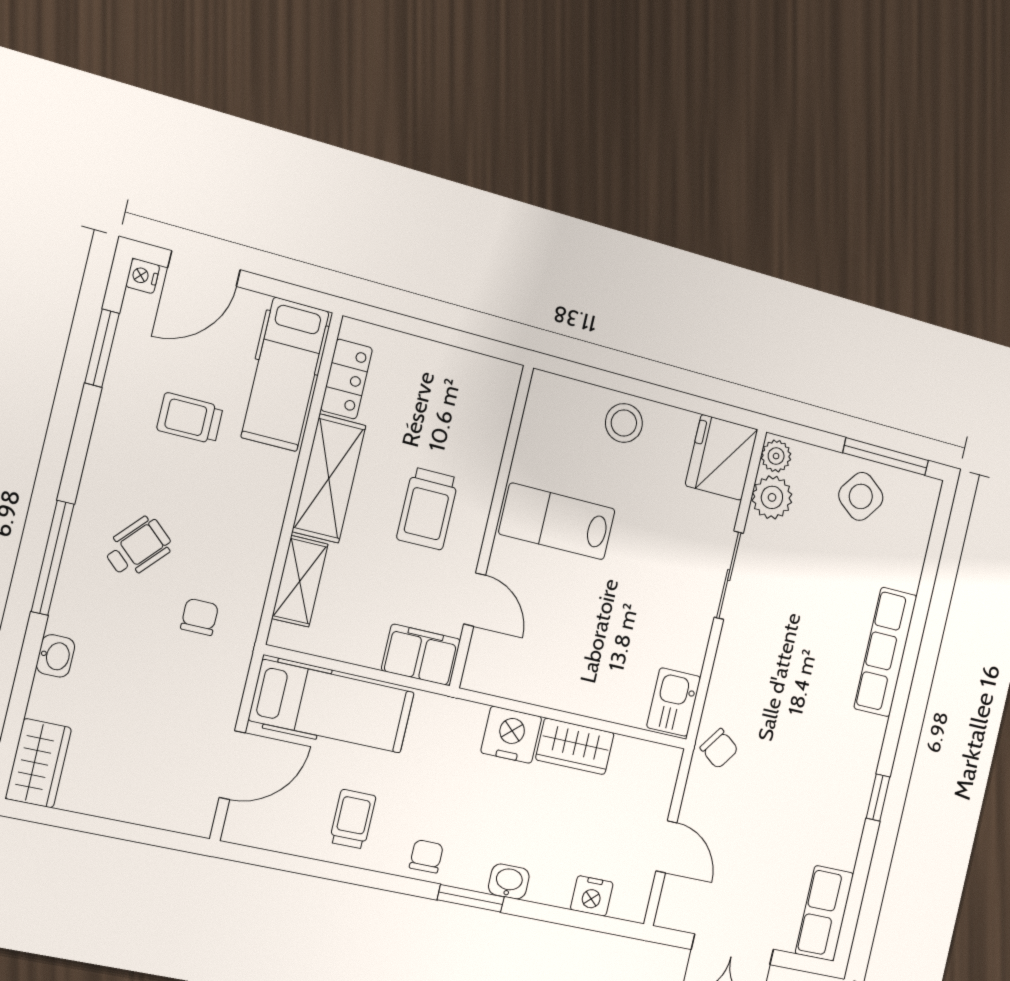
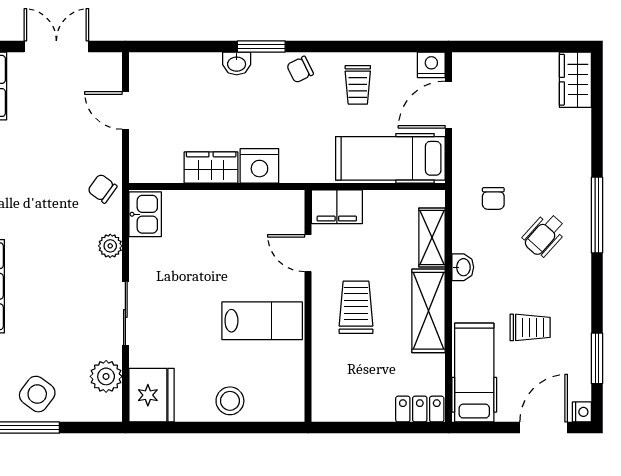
locker: (346, 379) -> (420, 409), moved, turned 90
plant: (776, 456) -> (110, 246), moved
washbasin: (56, 656) -> (463, 267), moved, turned 180
chair: (426, 856) -> (300, 70), turned 64
nightstand: (592, 896) -> (431, 65), moved

